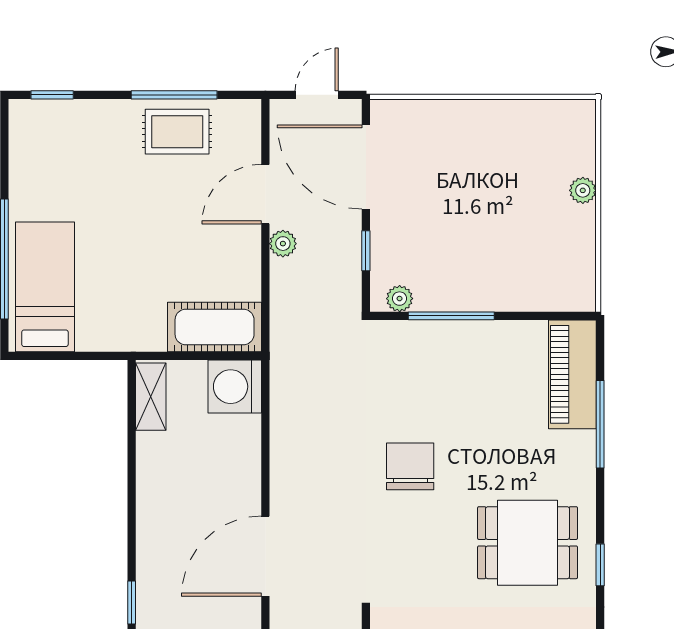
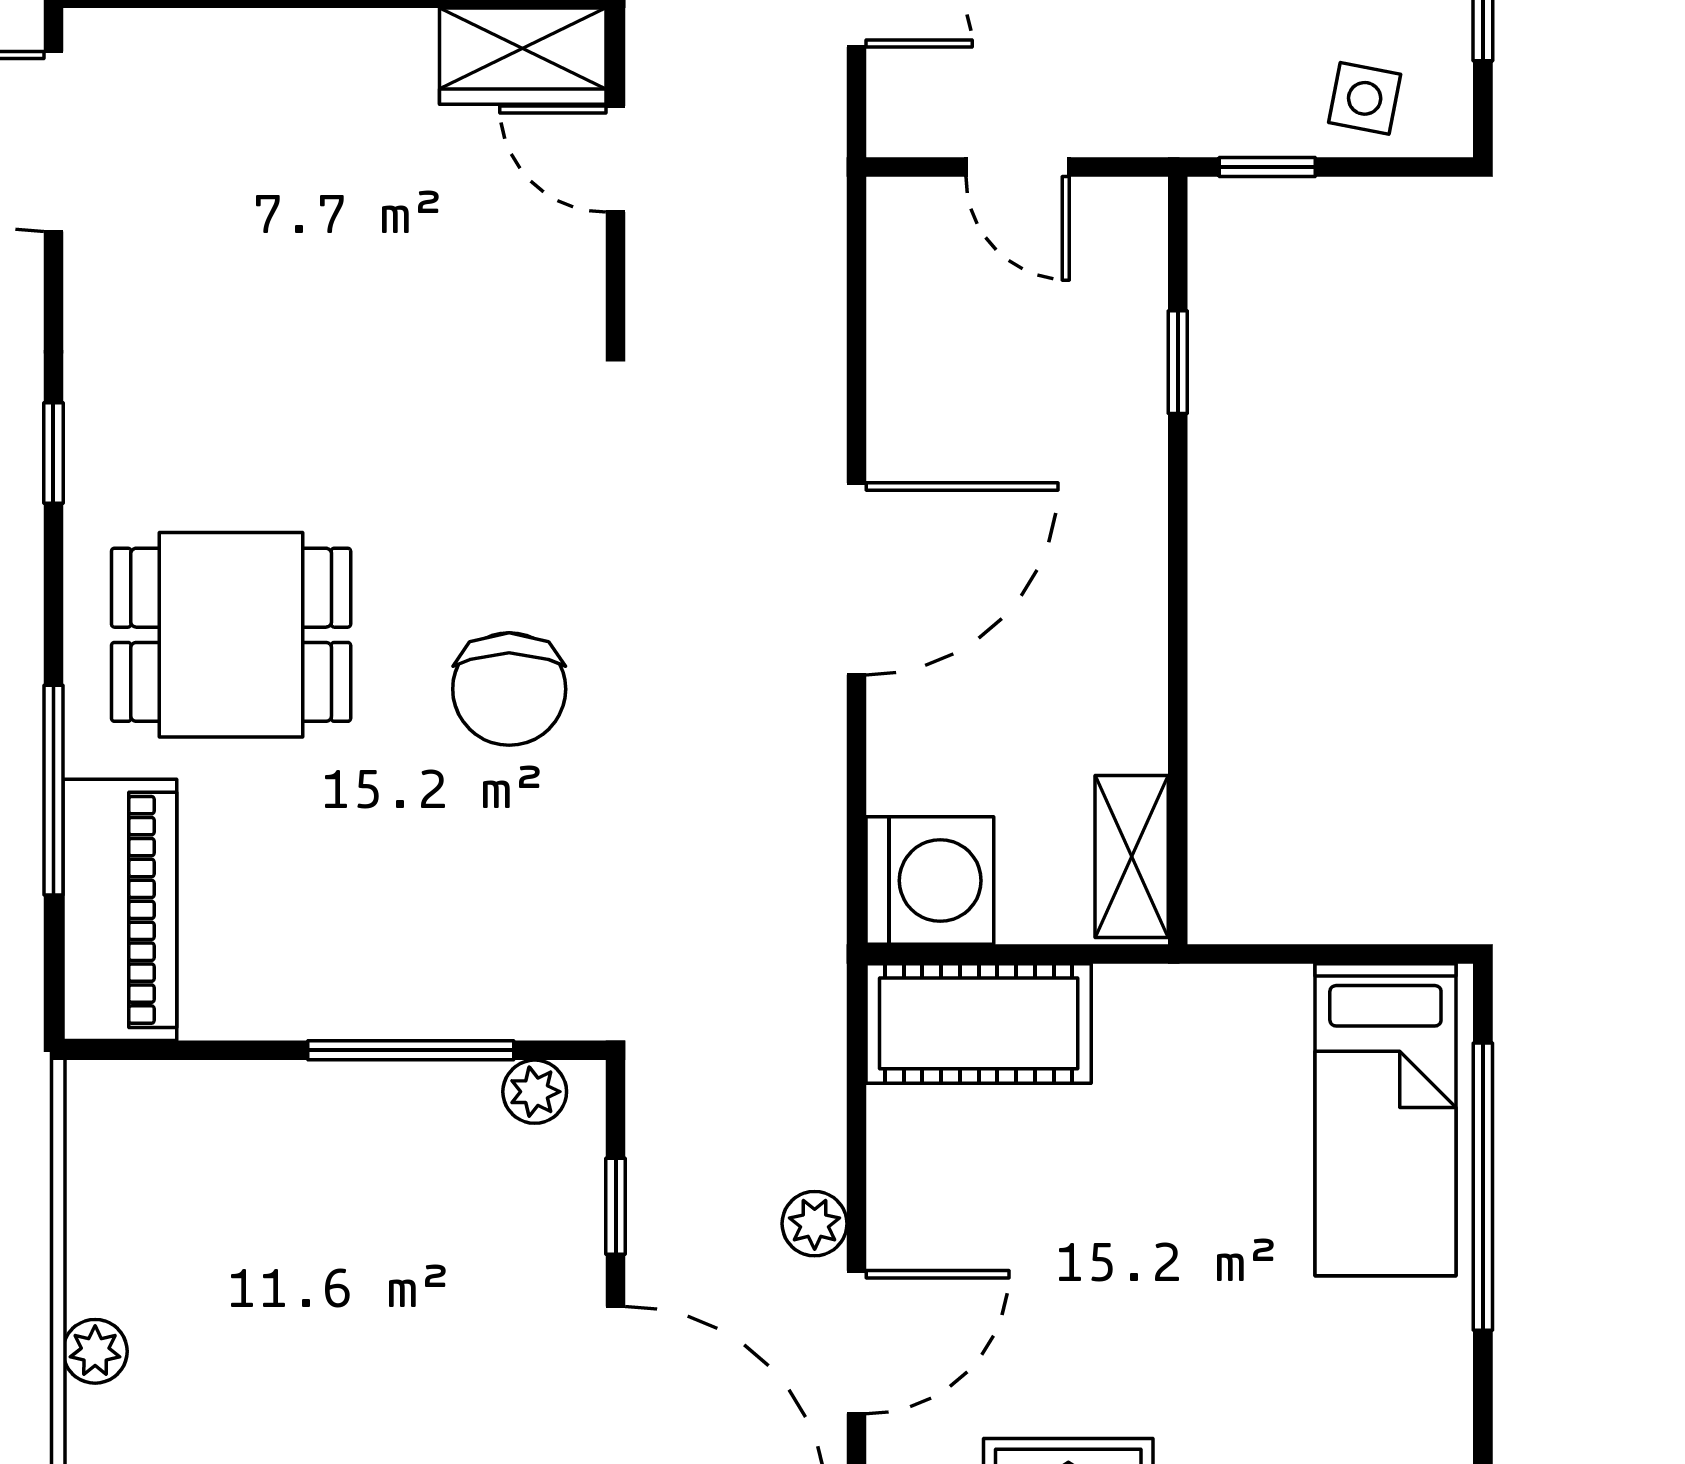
dining table: (528, 543) -> (231, 635), moved
door: (265, 556) -> (856, 579), moved

